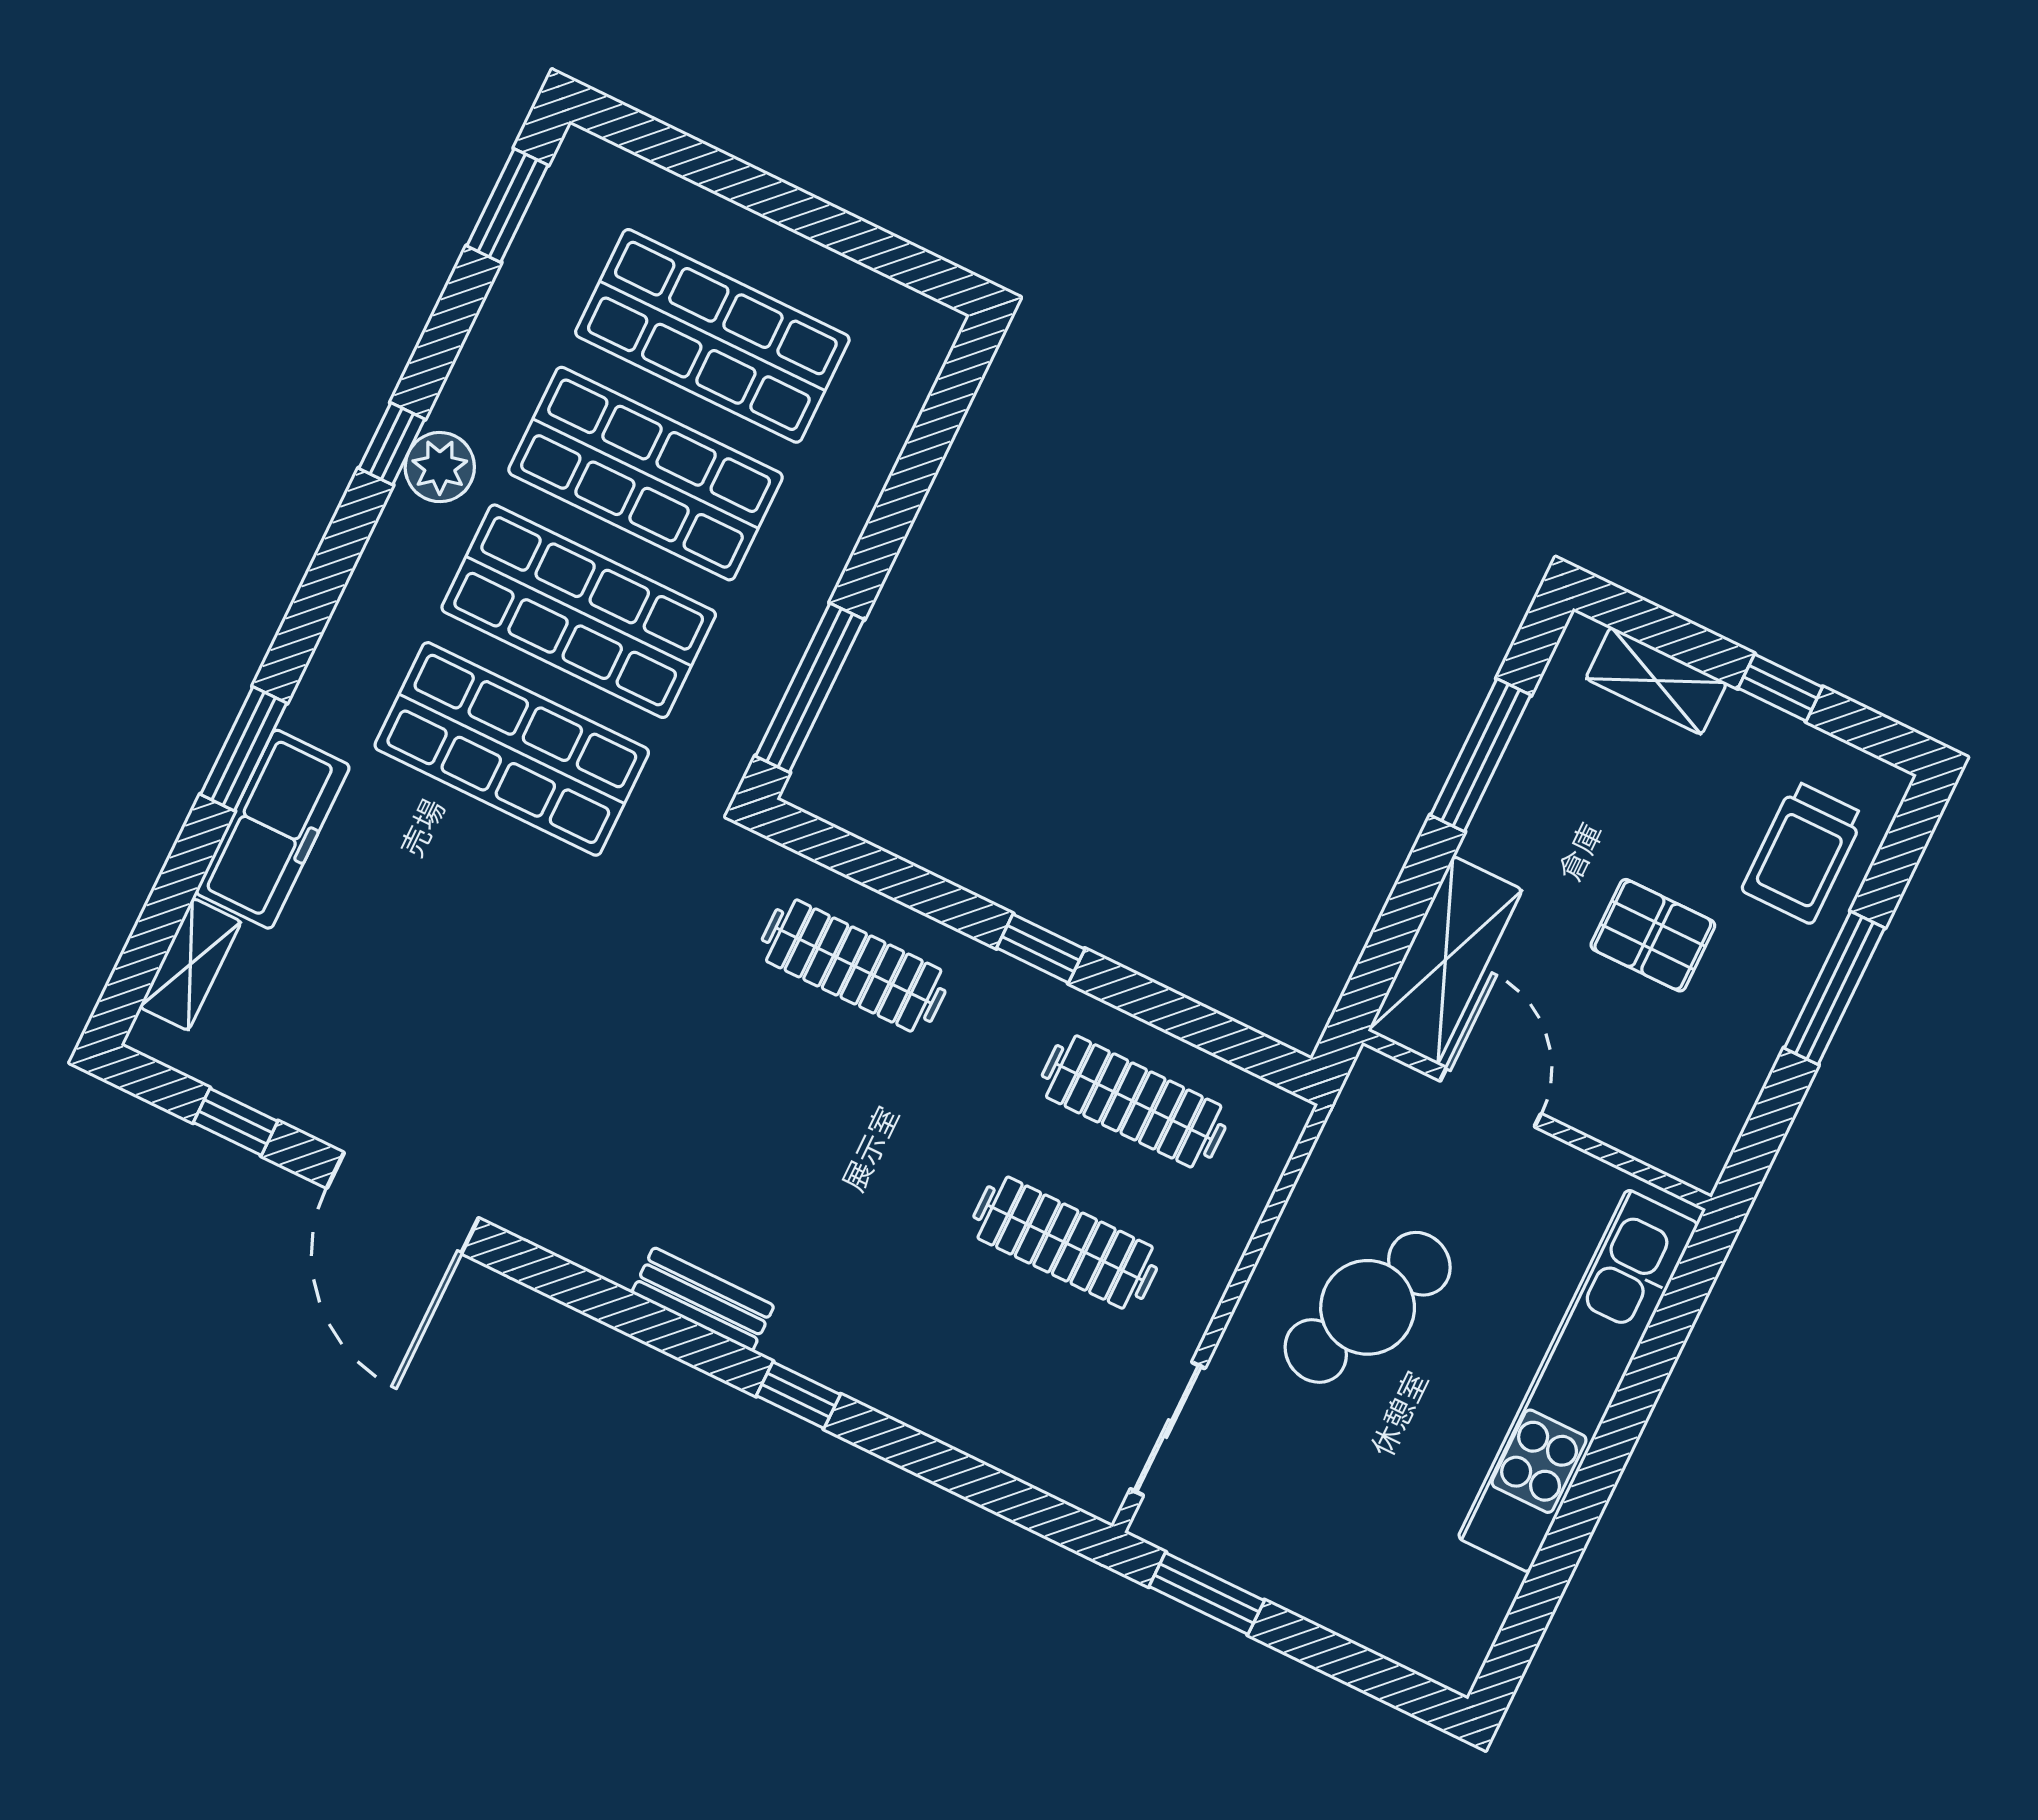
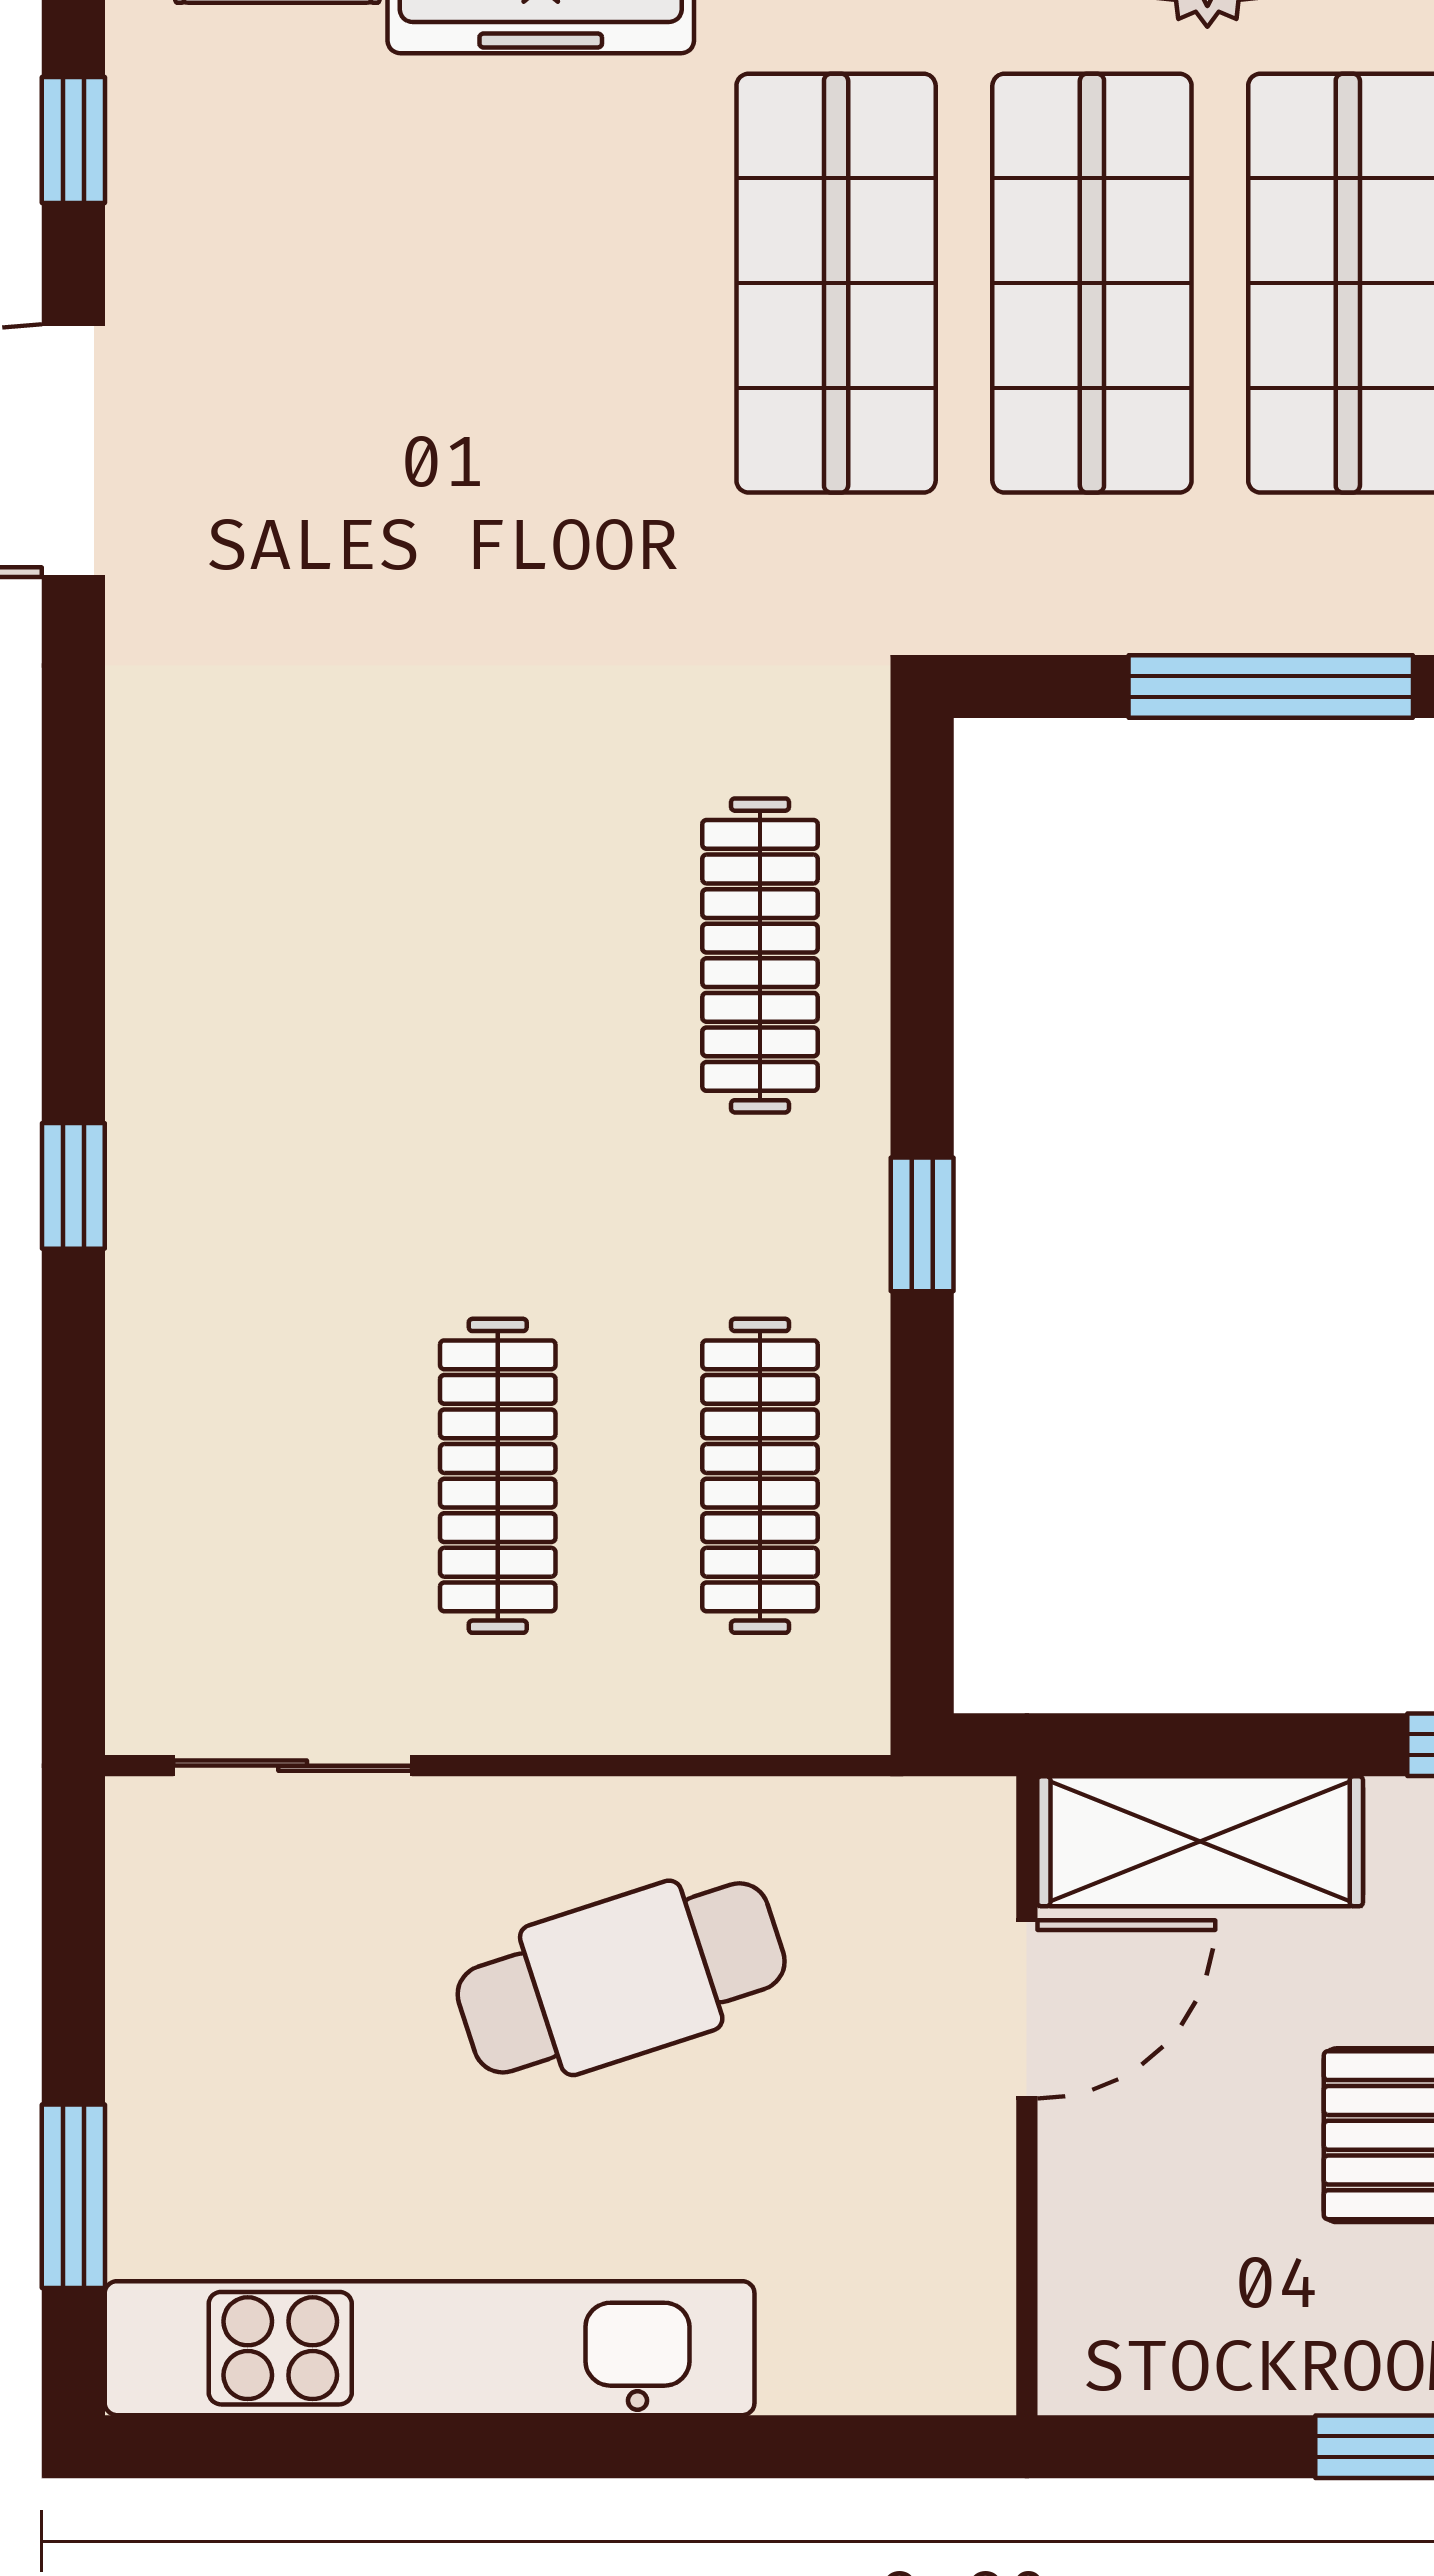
window: (810, 688) -> (1271, 686), moved
bench: (703, 1299) -> (148, 972), removed
cafe table: (1368, 1307) -> (621, 1978), turned -42
kitchen unit: (1578, 1381) -> (430, 2348), moved
window: (1207, 1593) -> (73, 2196), moved

